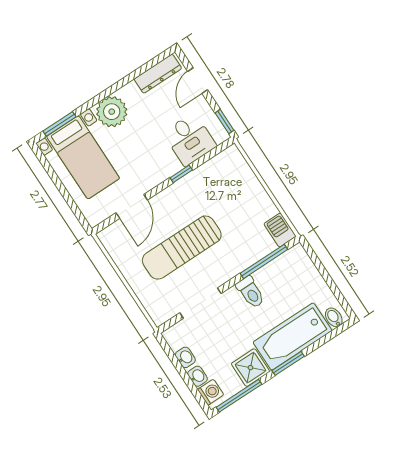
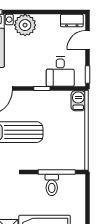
dresser: (158, 74) -> (72, 21), width x0.70
barbecue: (280, 230) -> (78, 101), moved
toilet: (251, 292) -> (52, 185), moved

